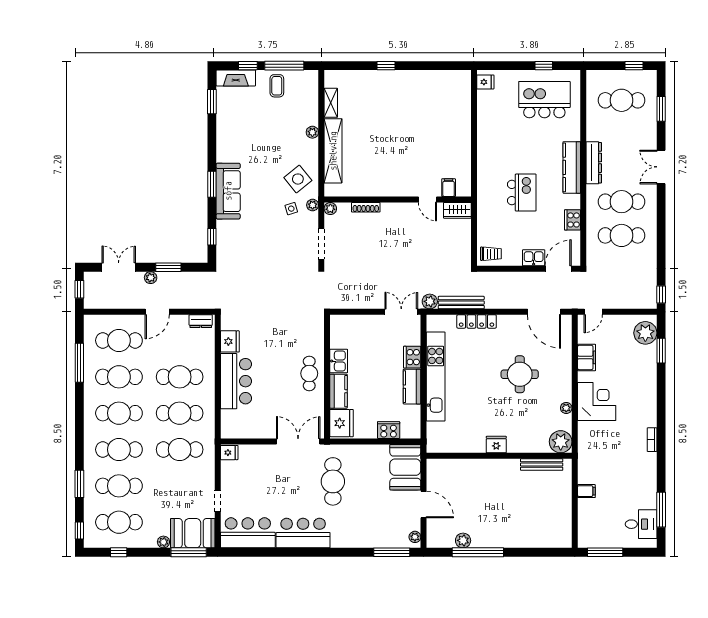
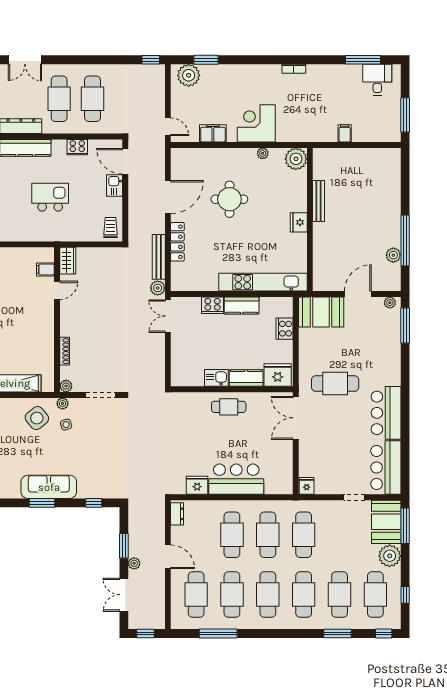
door: (544, 312) -> (168, 197), moved
kitchen unit: (436, 377) -> (263, 282), moved
bench: (542, 465) -> (319, 201), moved
plant: (163, 542) -> (390, 556), width x1.87, depth x1.87

